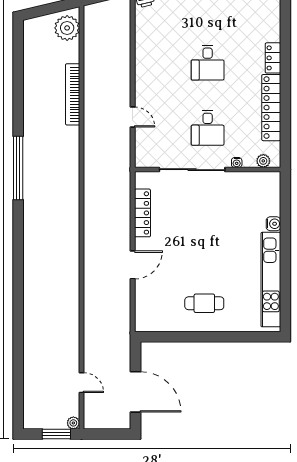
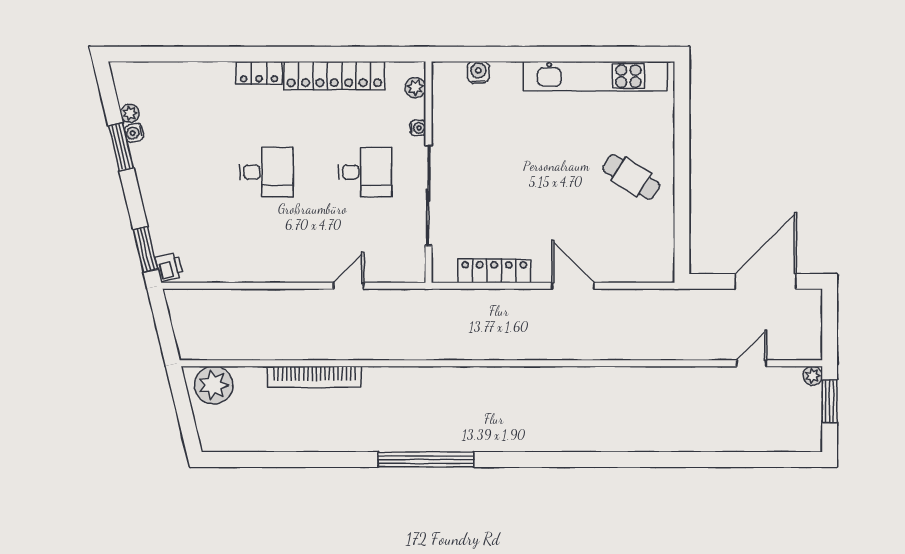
water cooler: (273, 224) -> (478, 72), moved
cafe table: (204, 303) -> (631, 177), turned -57

